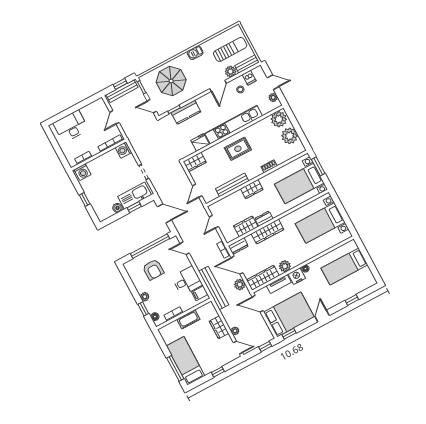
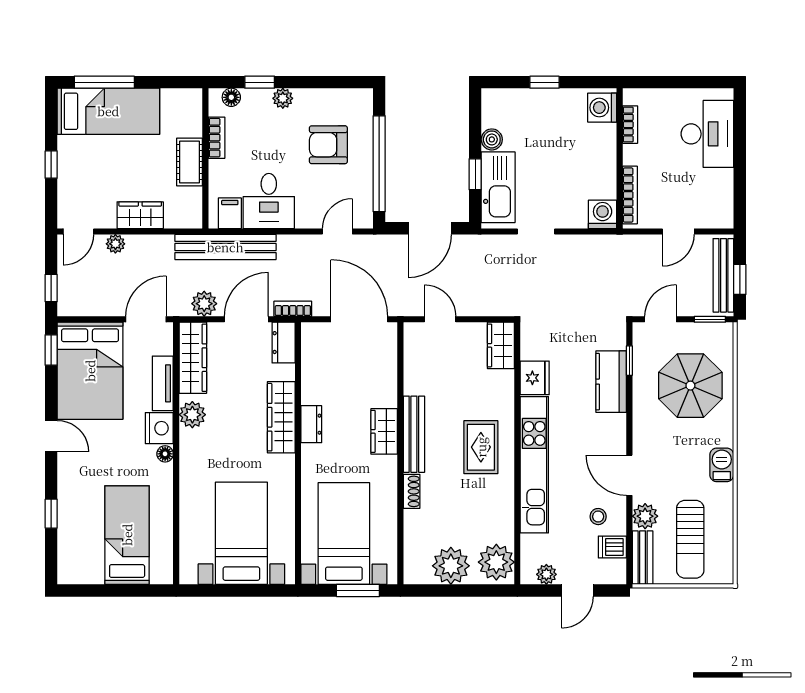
door: (114, 117) -> (678, 231), swing flipped
bench: (232, 185) -> (414, 434), moved
door: (214, 222) -> (359, 319), width x1.88
wardrobe: (246, 226) -> (315, 379), removed

